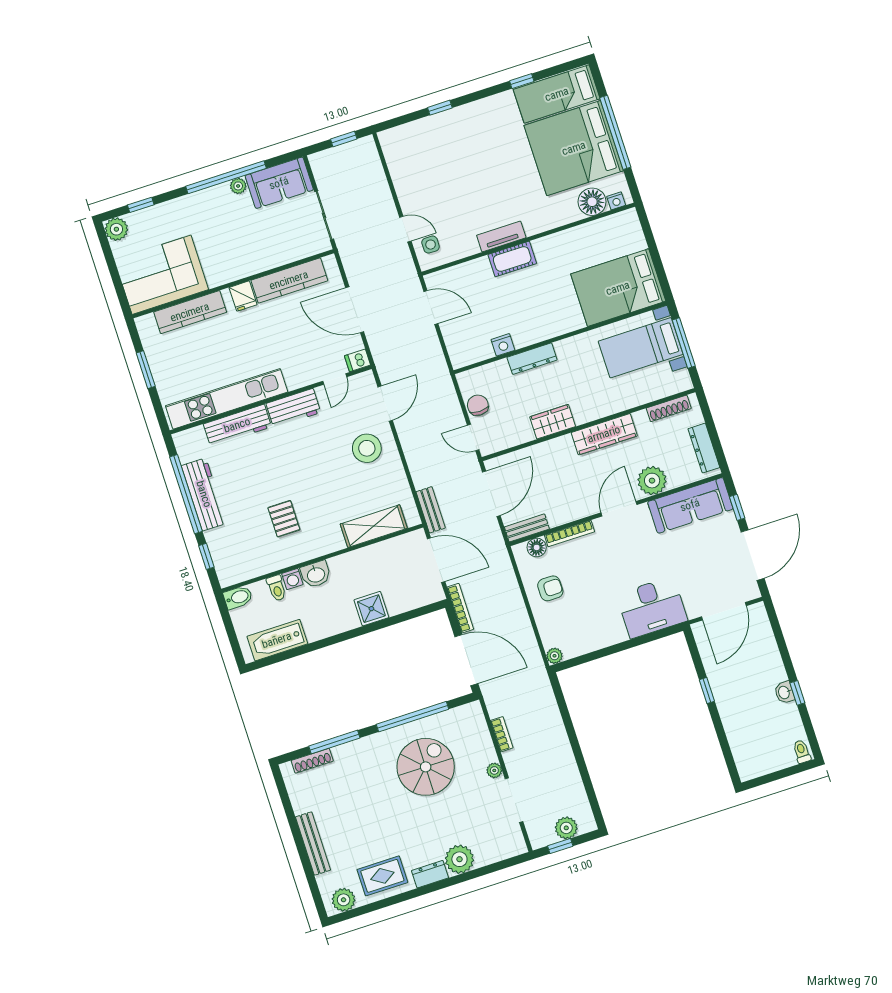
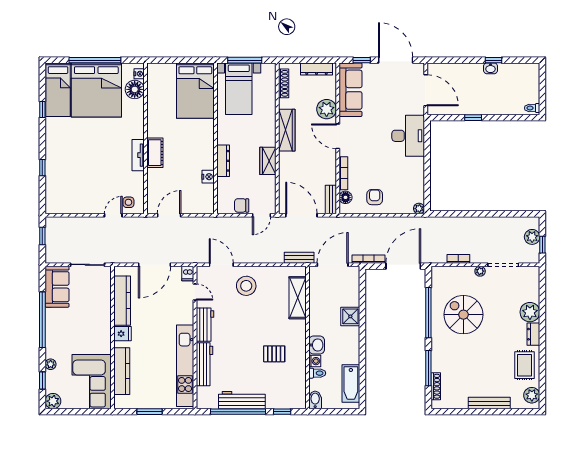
plant: (238, 186) -> (51, 364), moved
toilet: (802, 751) -> (532, 108), moved

